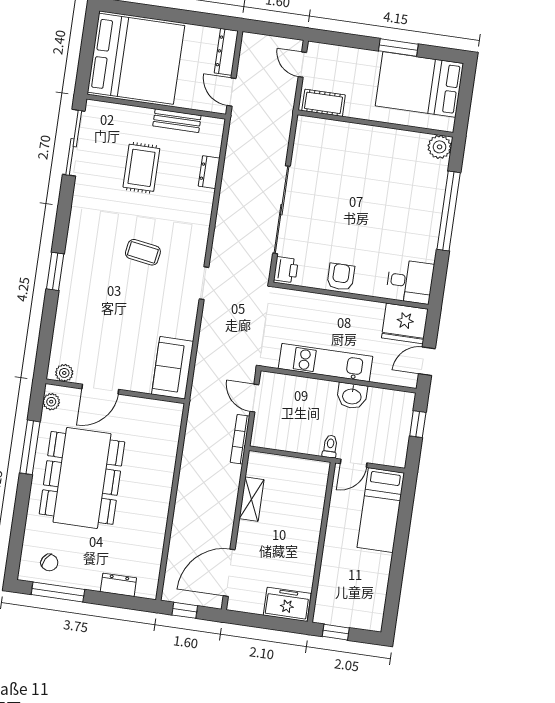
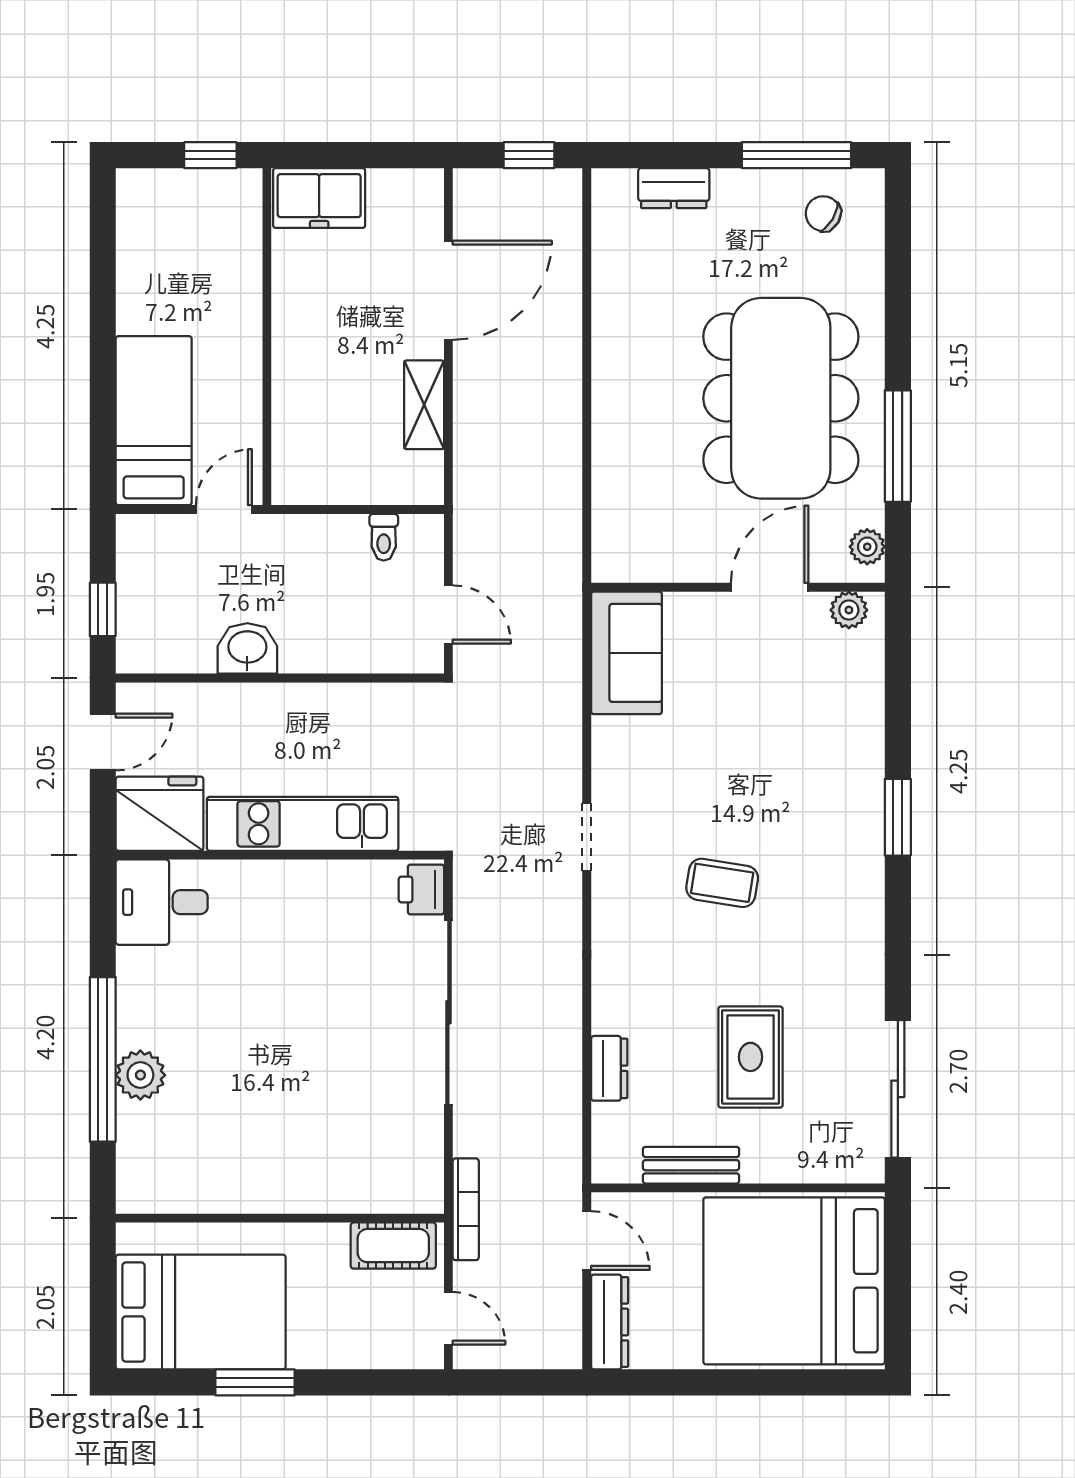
plant: (440, 147) -> (140, 1075), moved
armchair: (341, 277) -> (306, 891), removed
kitchen unit: (326, 363) -> (303, 824), moved, turned 180
bookcase: (240, 439) -> (466, 1209), moved
toilet: (330, 446) -> (384, 537), moved
door: (229, 573) -> (448, 290), moved

